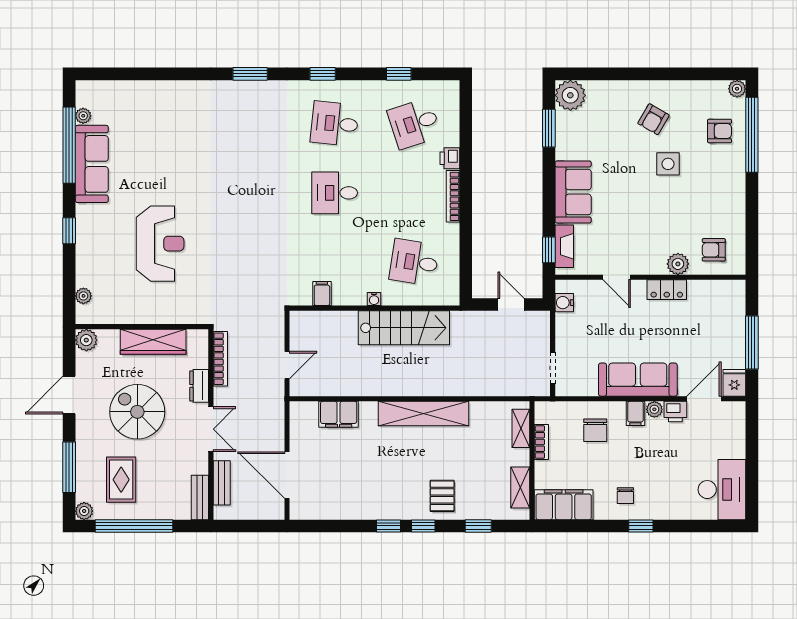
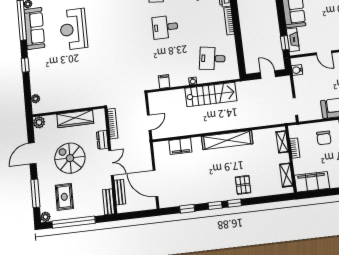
reception desk: (160, 244) -> (73, 29), moved, turned 180
window: (478, 526) -> (187, 209), moved

